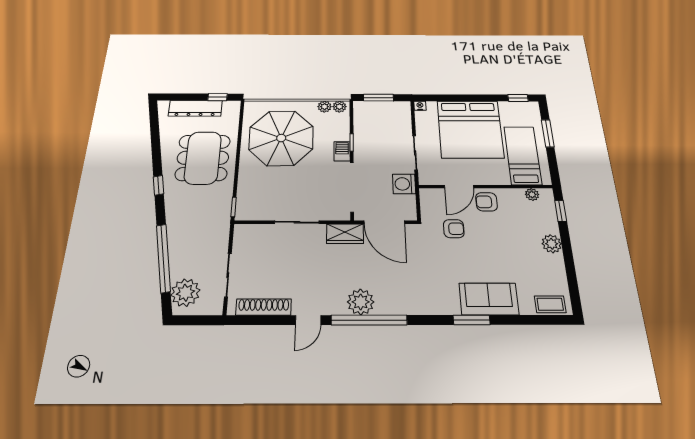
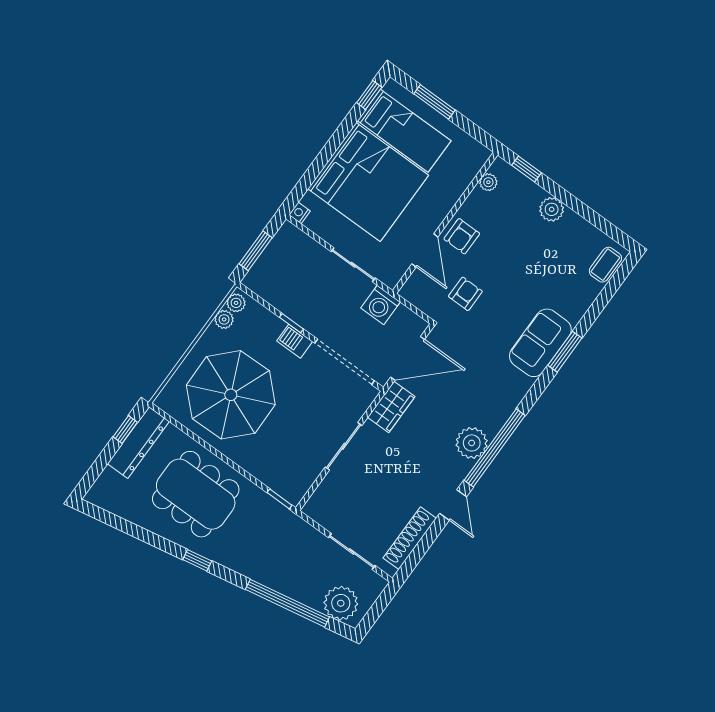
dresser: (195, 108) -> (138, 443), moved
bed: (523, 155) -> (404, 131), moved, turned 180
sofa: (489, 299) -> (540, 343), moved

